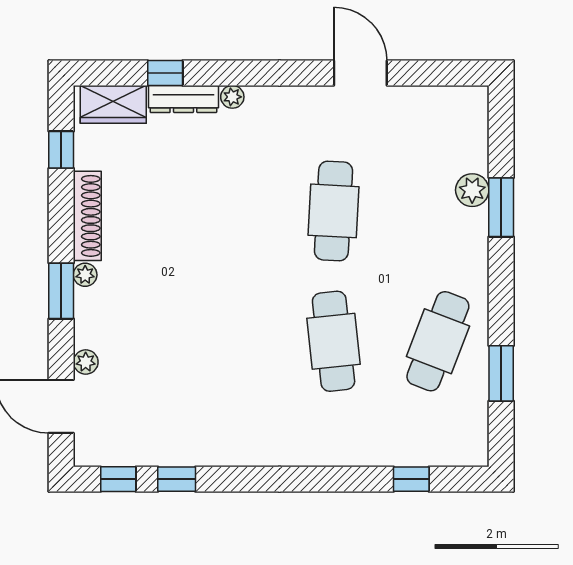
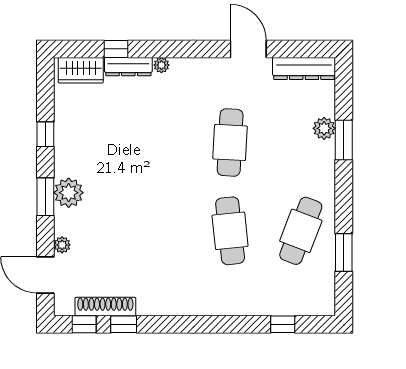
dresser: (443, 102) -> (304, 68), added
window: (61, 150) -> (45, 134), moved
shoe rack: (87, 216) -> (105, 307), moved, turned -90
plant: (85, 275) -> (69, 193), width x1.88, depth x1.88

